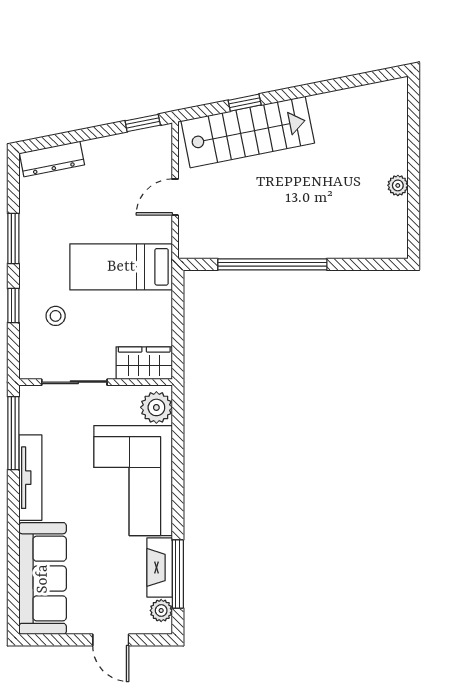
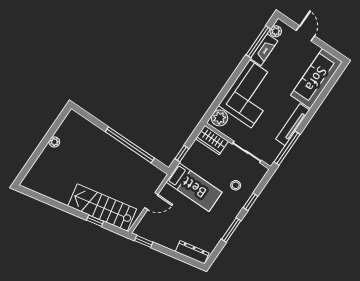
window: (178, 308) -> (182, 154), added

